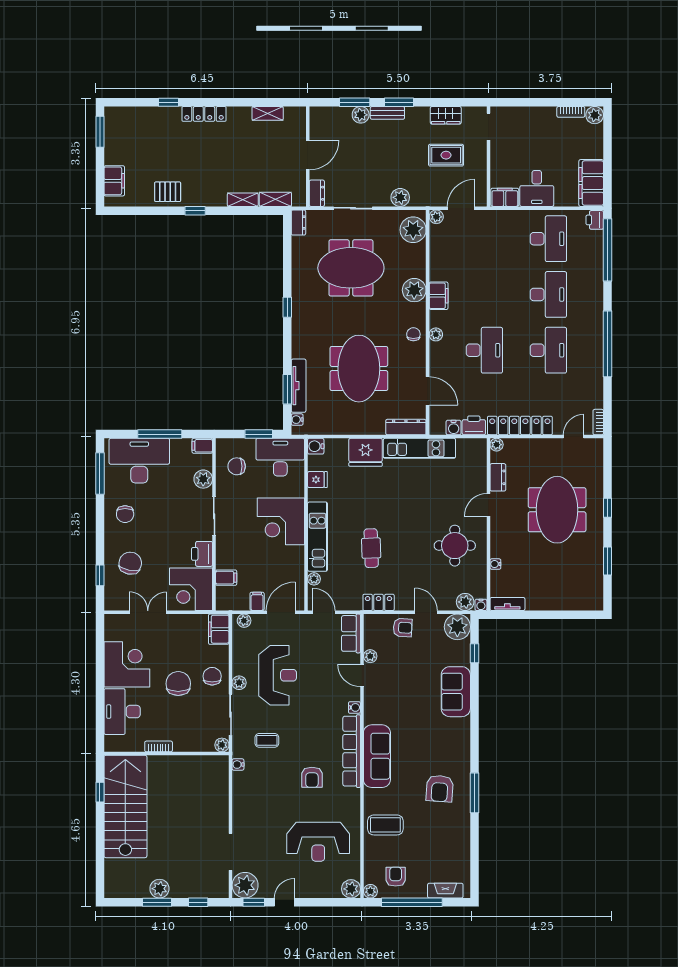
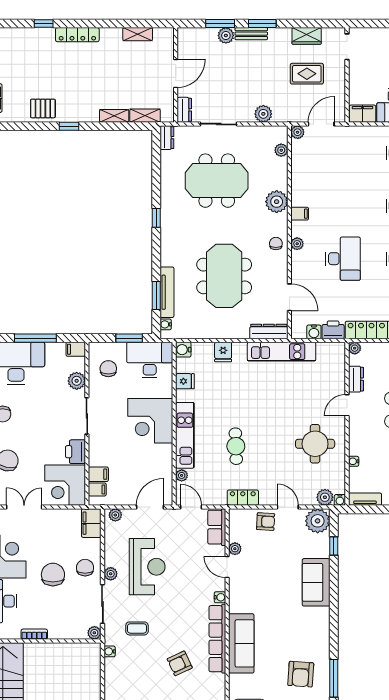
plant: (413, 230) -> (281, 150), width x0.53, depth x0.53
filing cabinet: (439, 296) -> (300, 214), width x0.50
fridge: (366, 452) -> (223, 352), width x0.53, depth x0.75
chair: (237, 466) -> (108, 369), turned 90
filing cabinet: (257, 601) -> (97, 489), moved, turned 90
armchair: (312, 777) -> (180, 663), turned 65

